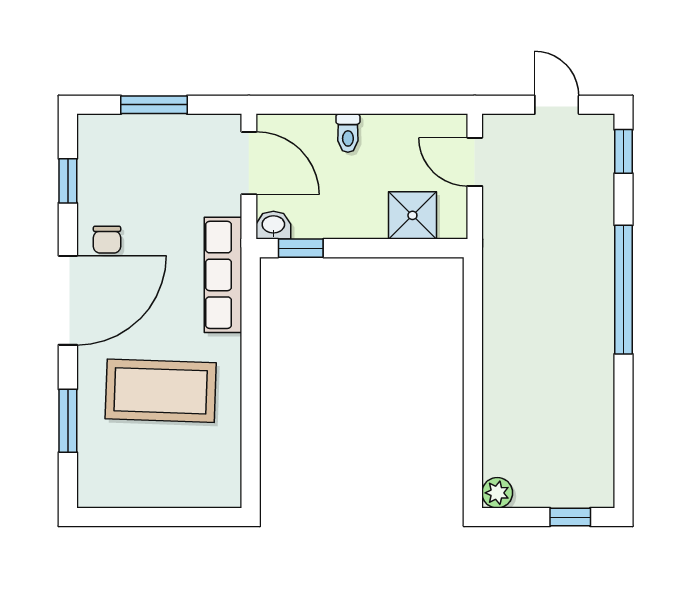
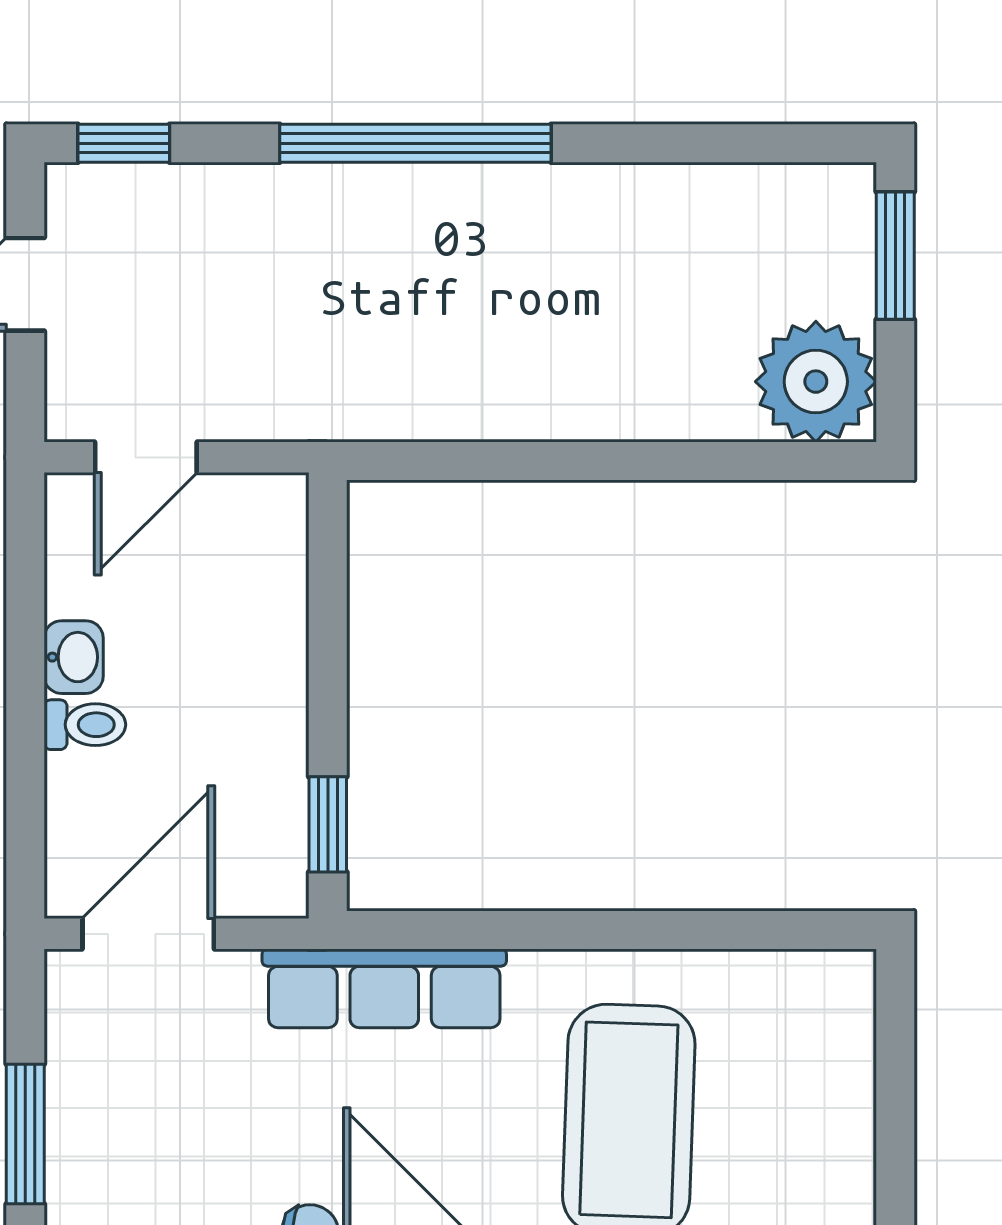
shower: (412, 215) -> (259, 589), removed
washbasin: (273, 225) -> (74, 657), moved, turned 180
plant: (497, 493) -> (816, 382), width x1.87, depth x1.87
window: (570, 517) -> (895, 256), width x1.50

